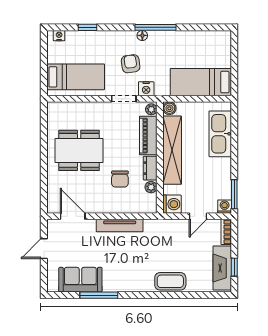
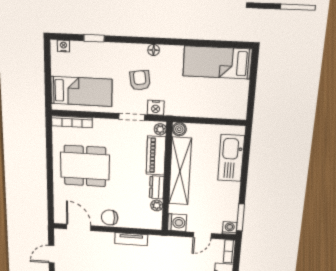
window: (155, 27) -> (168, 42), removed
bed: (201, 82) -> (217, 63), moved
bookcase: (66, 107) -> (72, 122), added
chair: (120, 179) -> (110, 218), moved, turned 90
tv unit: (120, 226) -> (131, 239), width x0.71

